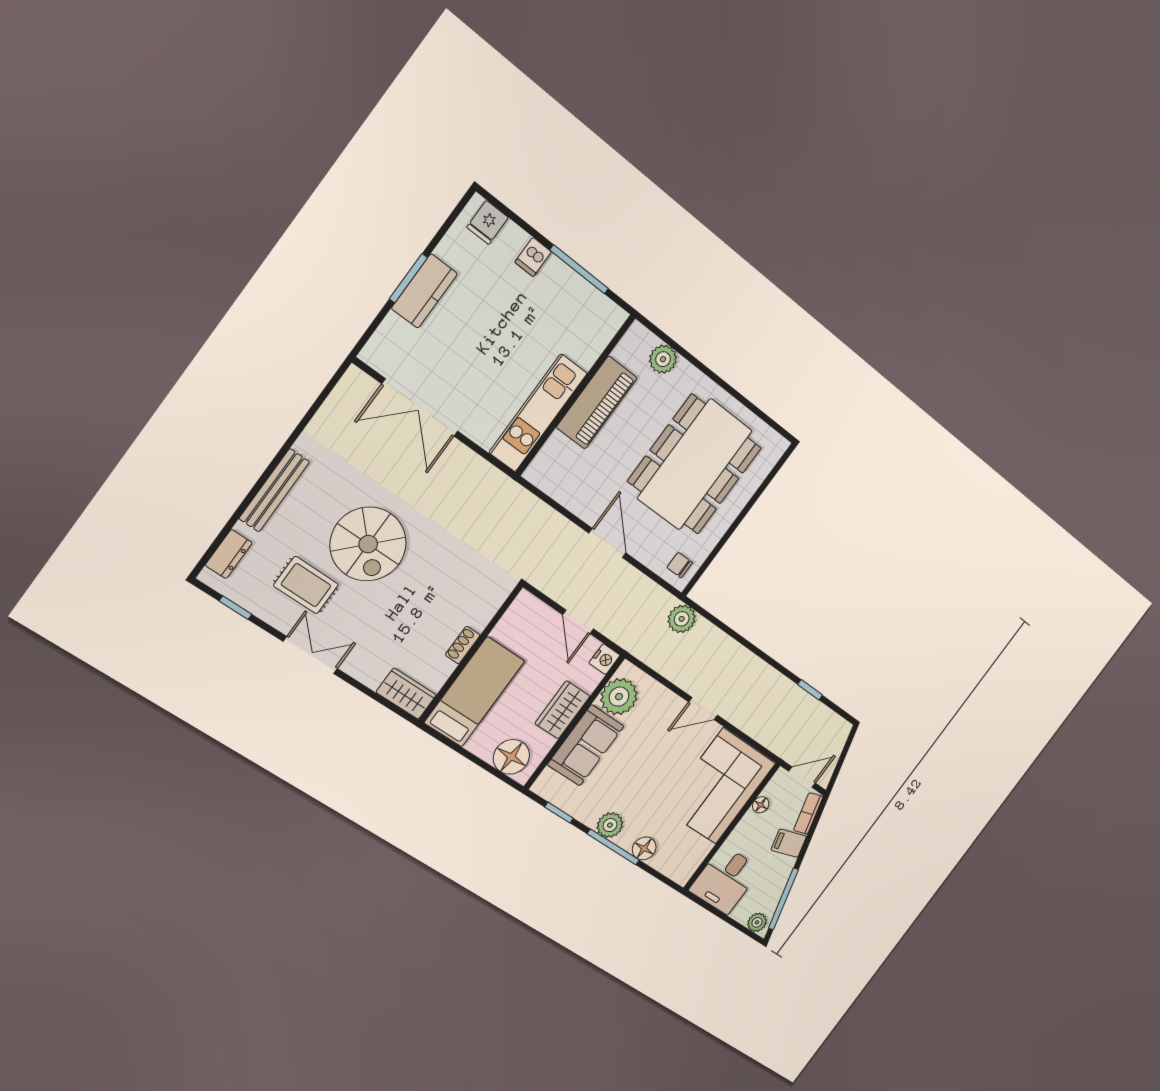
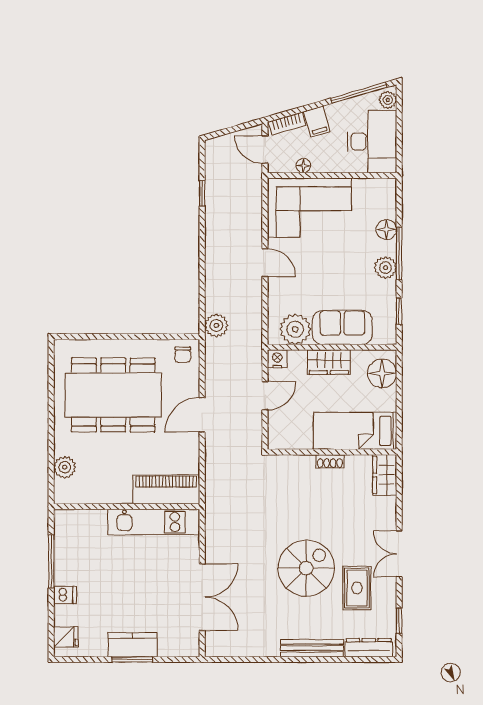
piano: (597, 403) -> (166, 489), moved
dresser: (229, 554) -> (369, 648), width x1.44
desk: (725, 880) -> (372, 142), width x1.37

